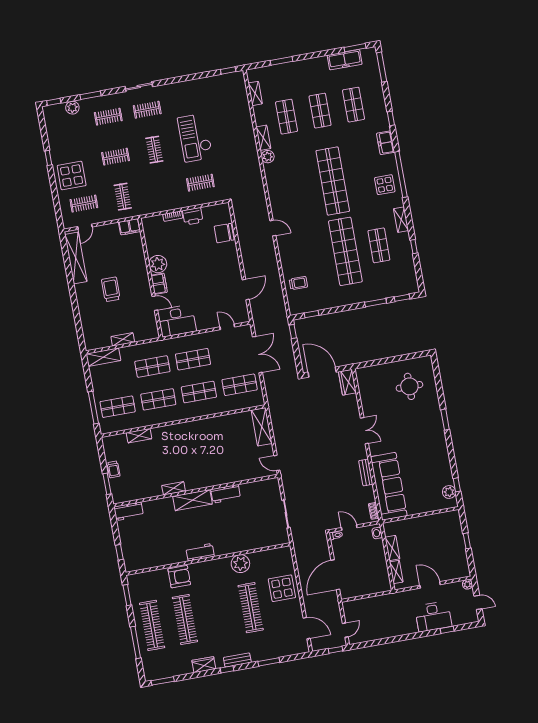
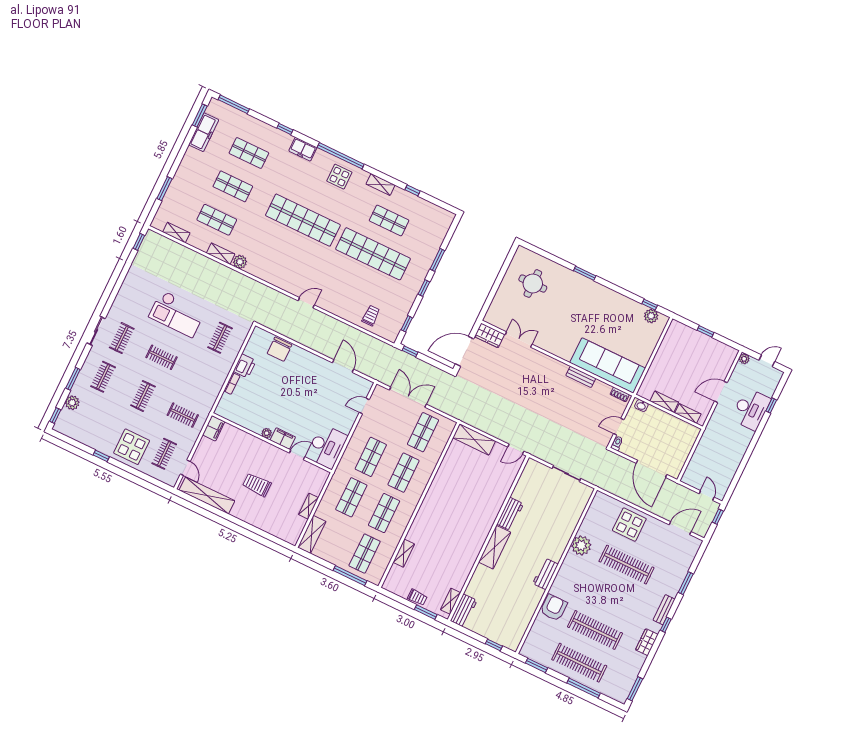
plant: (158, 264) -> (267, 433), width x0.53, depth x0.53
window: (402, 298) -> (424, 288), moved
double door: (364, 431) -> (519, 340), moved
shelving: (174, 488) -> (451, 601), moved

